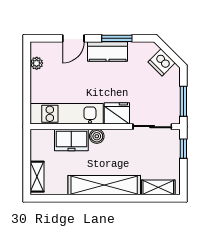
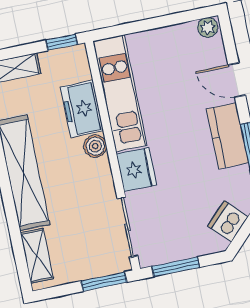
plant: (37, 63) -> (208, 27), moved
window: (27, 144) -> (62, 42), added
window: (183, 149) -> (104, 282), width x1.50

